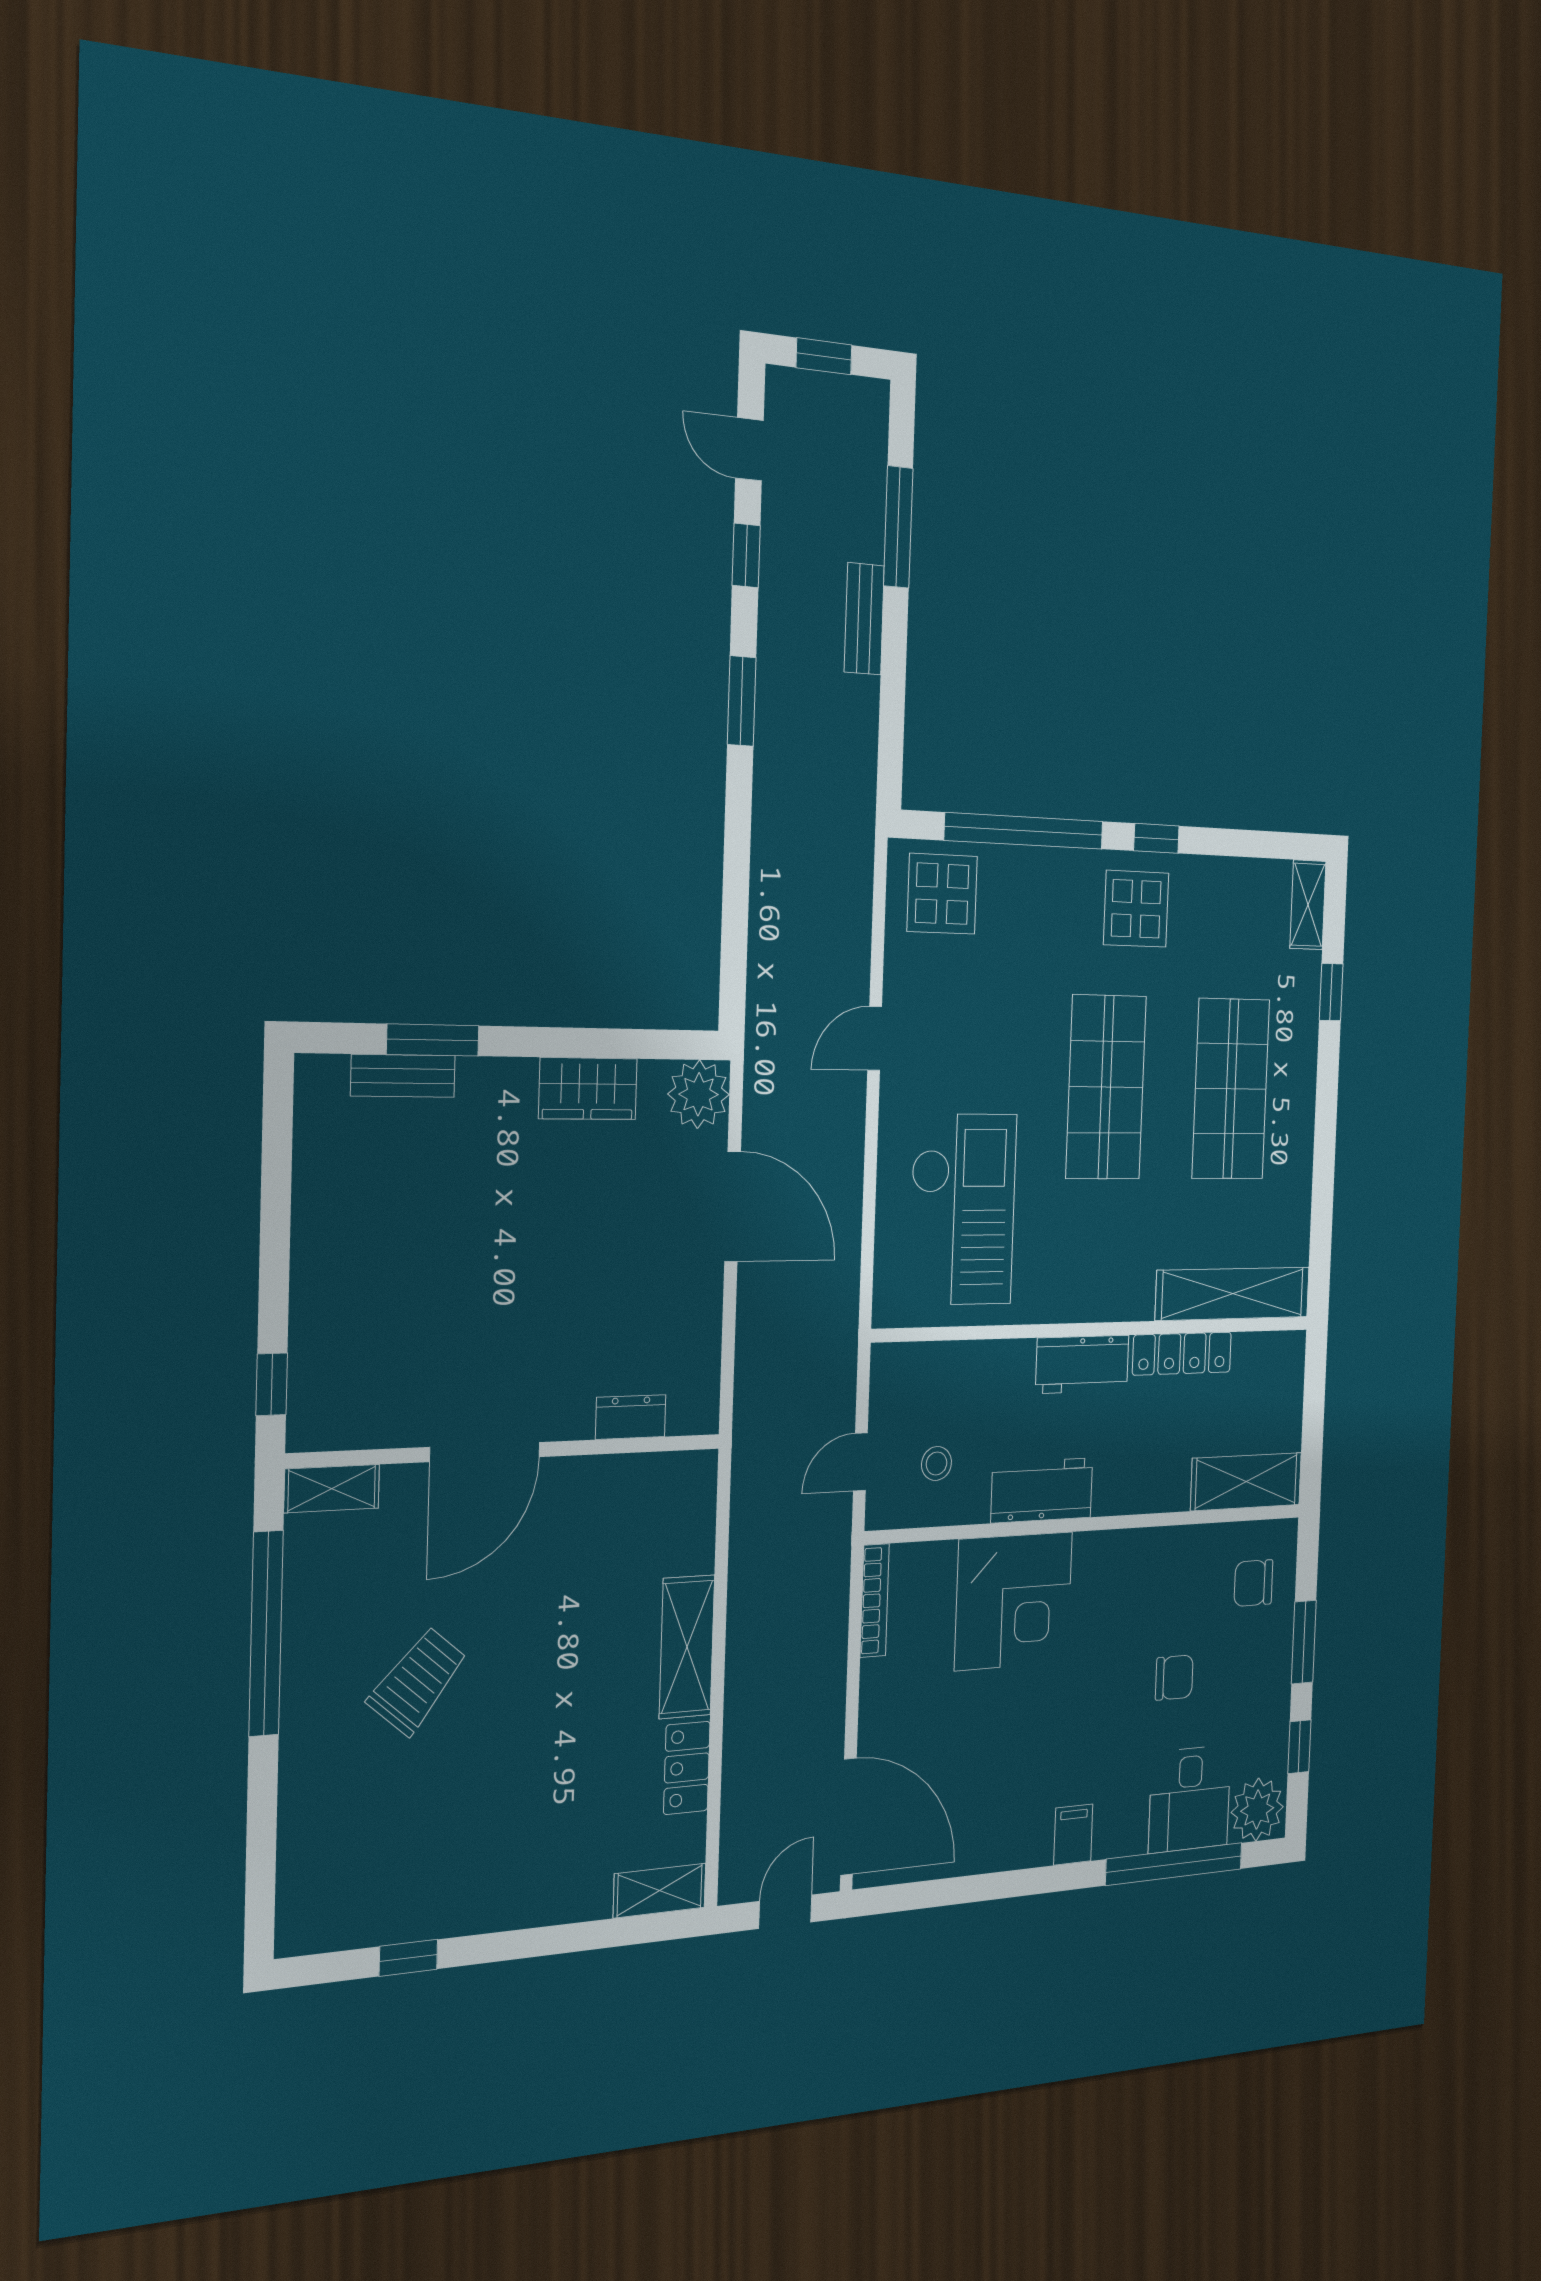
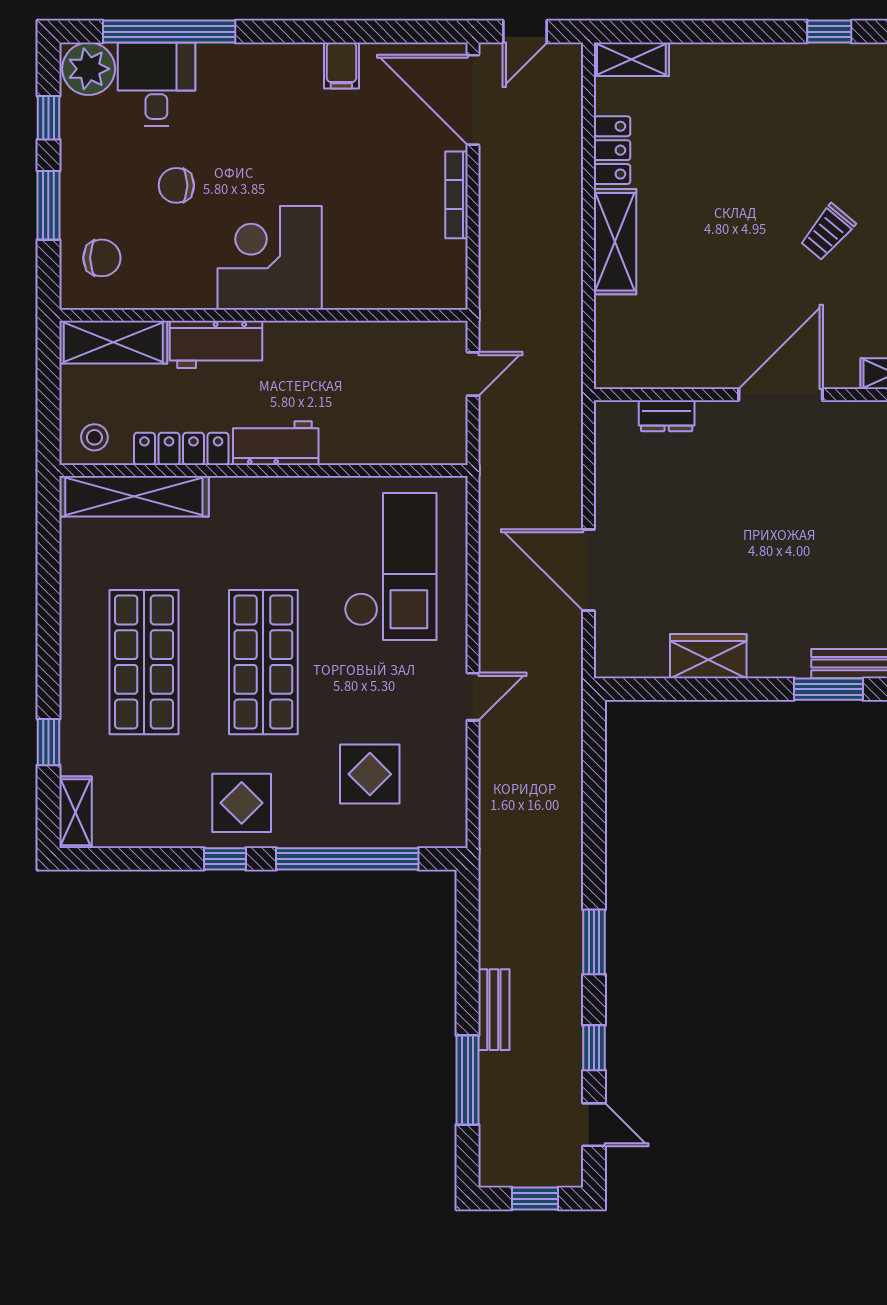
display table: (942, 894) -> (370, 774), moved
plant: (699, 1094) -> (619, 653), removed
checkout: (963, 1209) -> (391, 566), turned 180
stool: (936, 1463) -> (94, 437), moved
workbench: (1042, 1490) -> (216, 344), moved
bookcase: (875, 1601) -> (456, 195), moved
corner desk: (1014, 1601) -> (270, 258), moved
trolley: (418, 1681) -> (828, 232), width x0.73, depth x0.72
filing cabinet: (1073, 1835) -> (341, 66), moved

